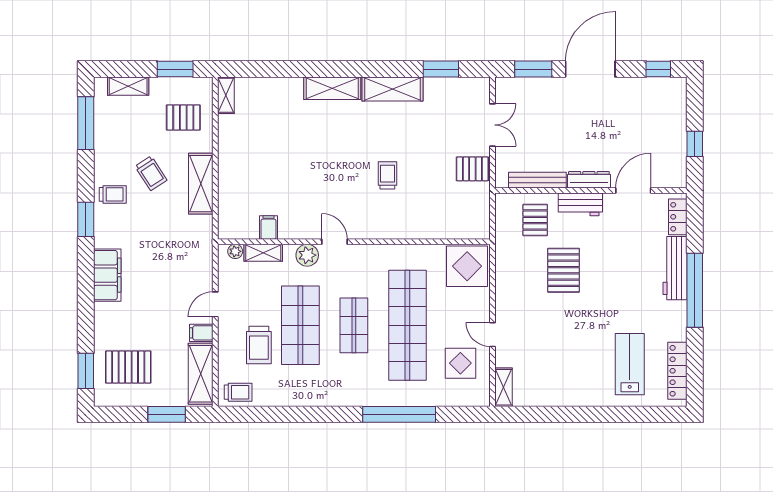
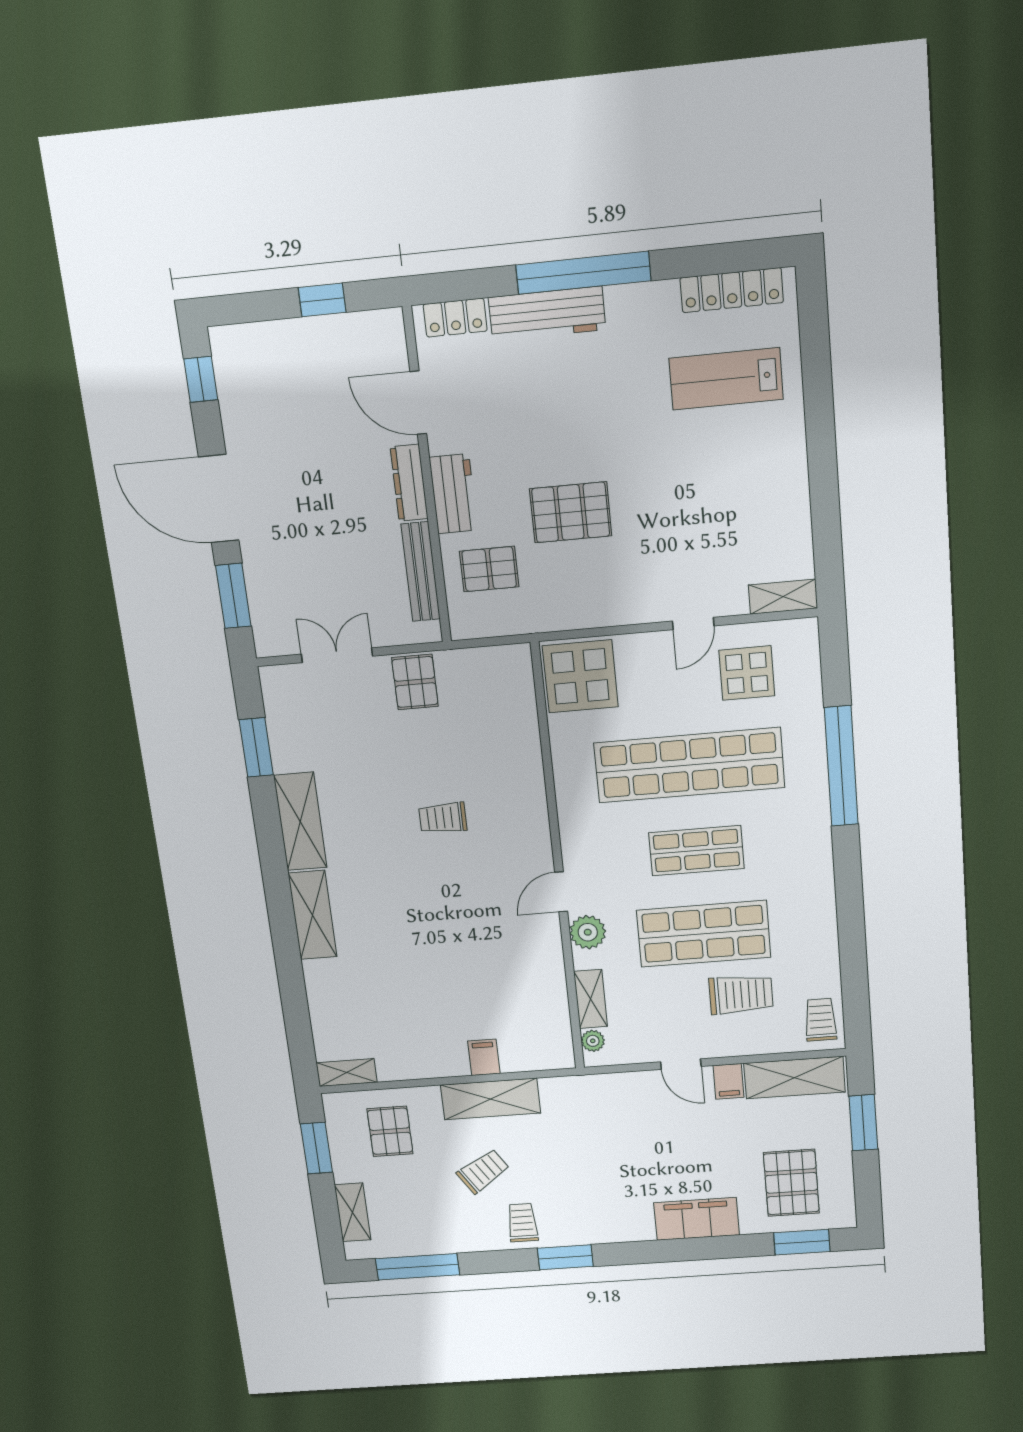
filing cabinet: (268, 227) -> (484, 1057), moved, turned 90
filing cabinet: (107, 275) -> (697, 1219), moved

